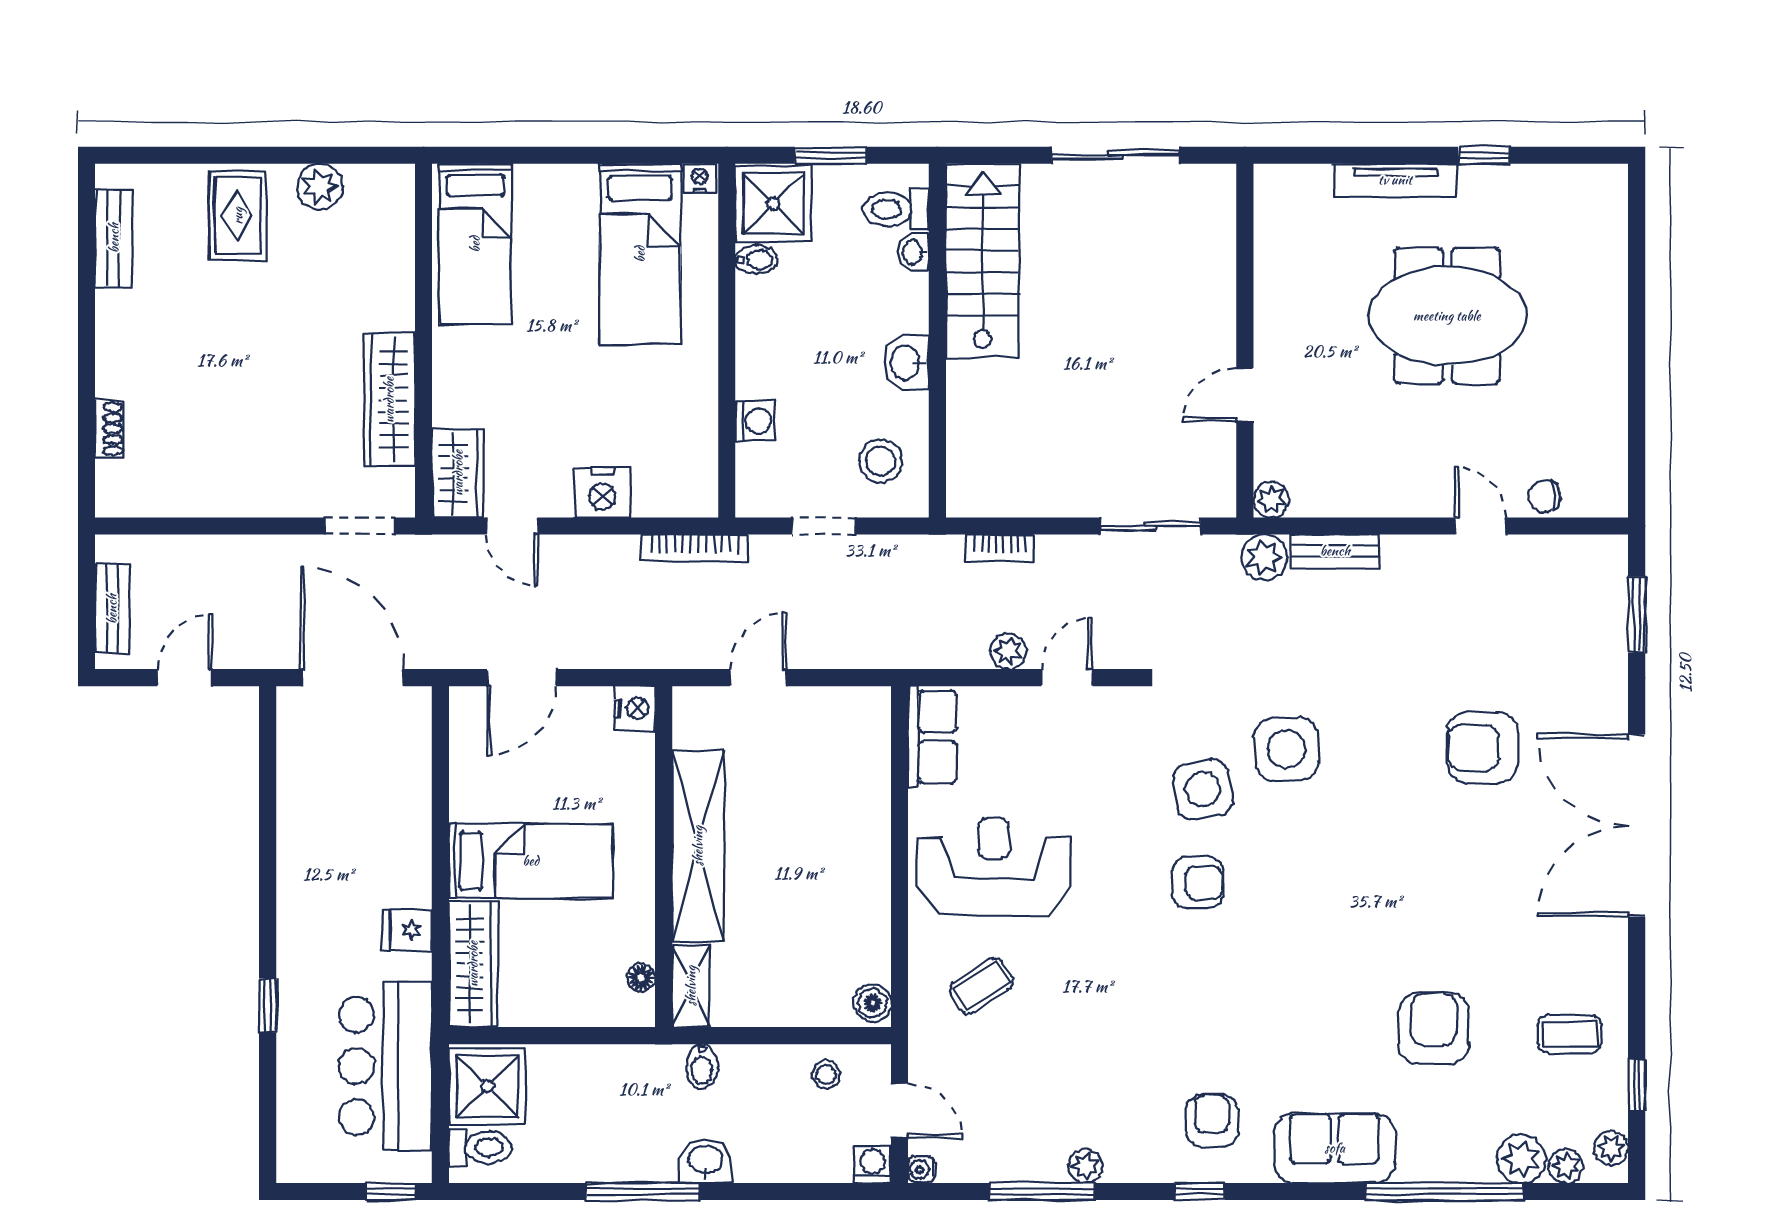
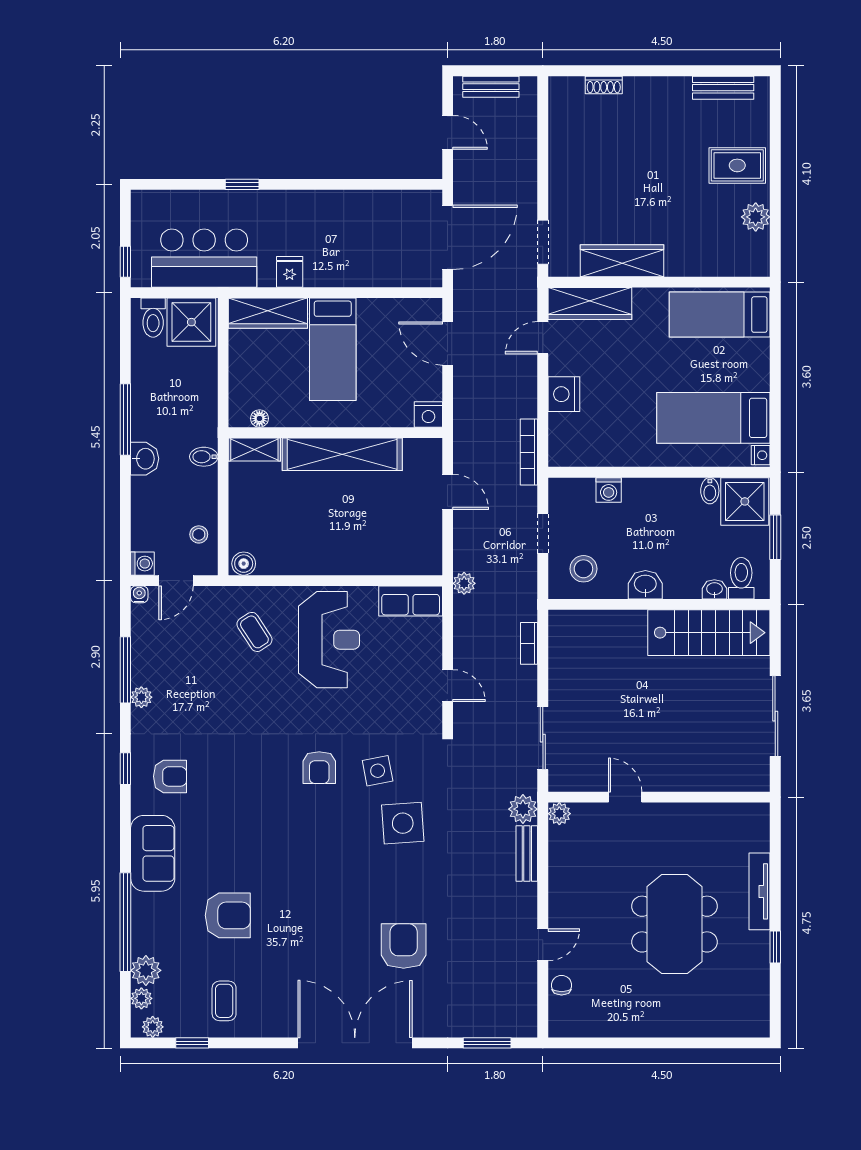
wardrobe: (458, 473) -> (590, 303), width x1.50
plant: (1008, 651) -> (464, 583), moved
side table: (1203, 789) -> (378, 771), width x0.73, depth x0.73

